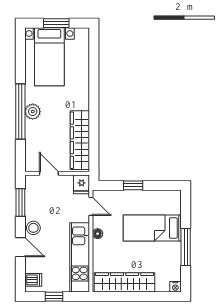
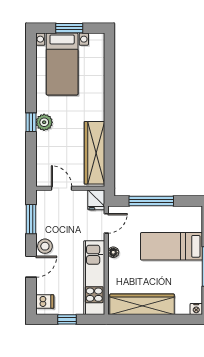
window: (20, 112) -> (31, 122), width x0.32
window: (133, 185) -> (151, 201), width x2.17
door: (91, 206) -> (106, 223), hinge flipped
door: (20, 247) -> (31, 267), hinge flipped

